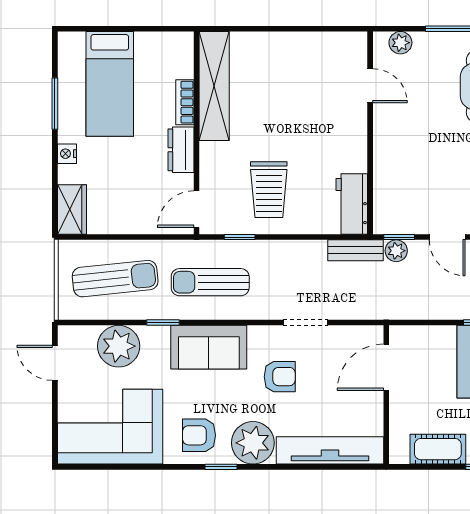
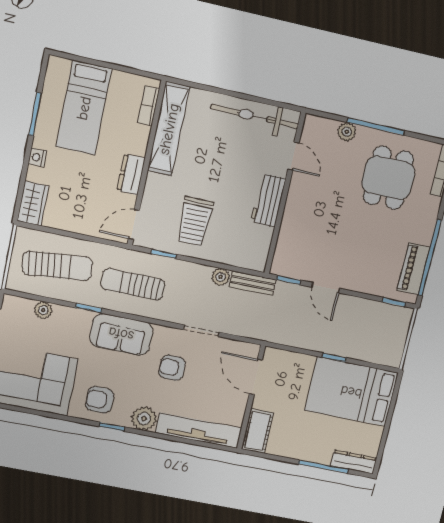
plant: (400, 43) -> (347, 132), moved
bicycle: (313, 49) -> (255, 116), added
bookcase: (185, 102) -> (148, 106), moved
workbench: (352, 204) -> (268, 200), moved
plant: (396, 251) -> (221, 277), moved
plant: (119, 346) -> (43, 310), width x0.53, depth x0.53
door: (386, 367) -> (256, 377), hinge flipped
armchair: (280, 377) -> (172, 368), turned 180
plant: (253, 443) -> (144, 419), width x0.73, depth x0.73
cot: (438, 449) -> (257, 431), moved, turned 90

